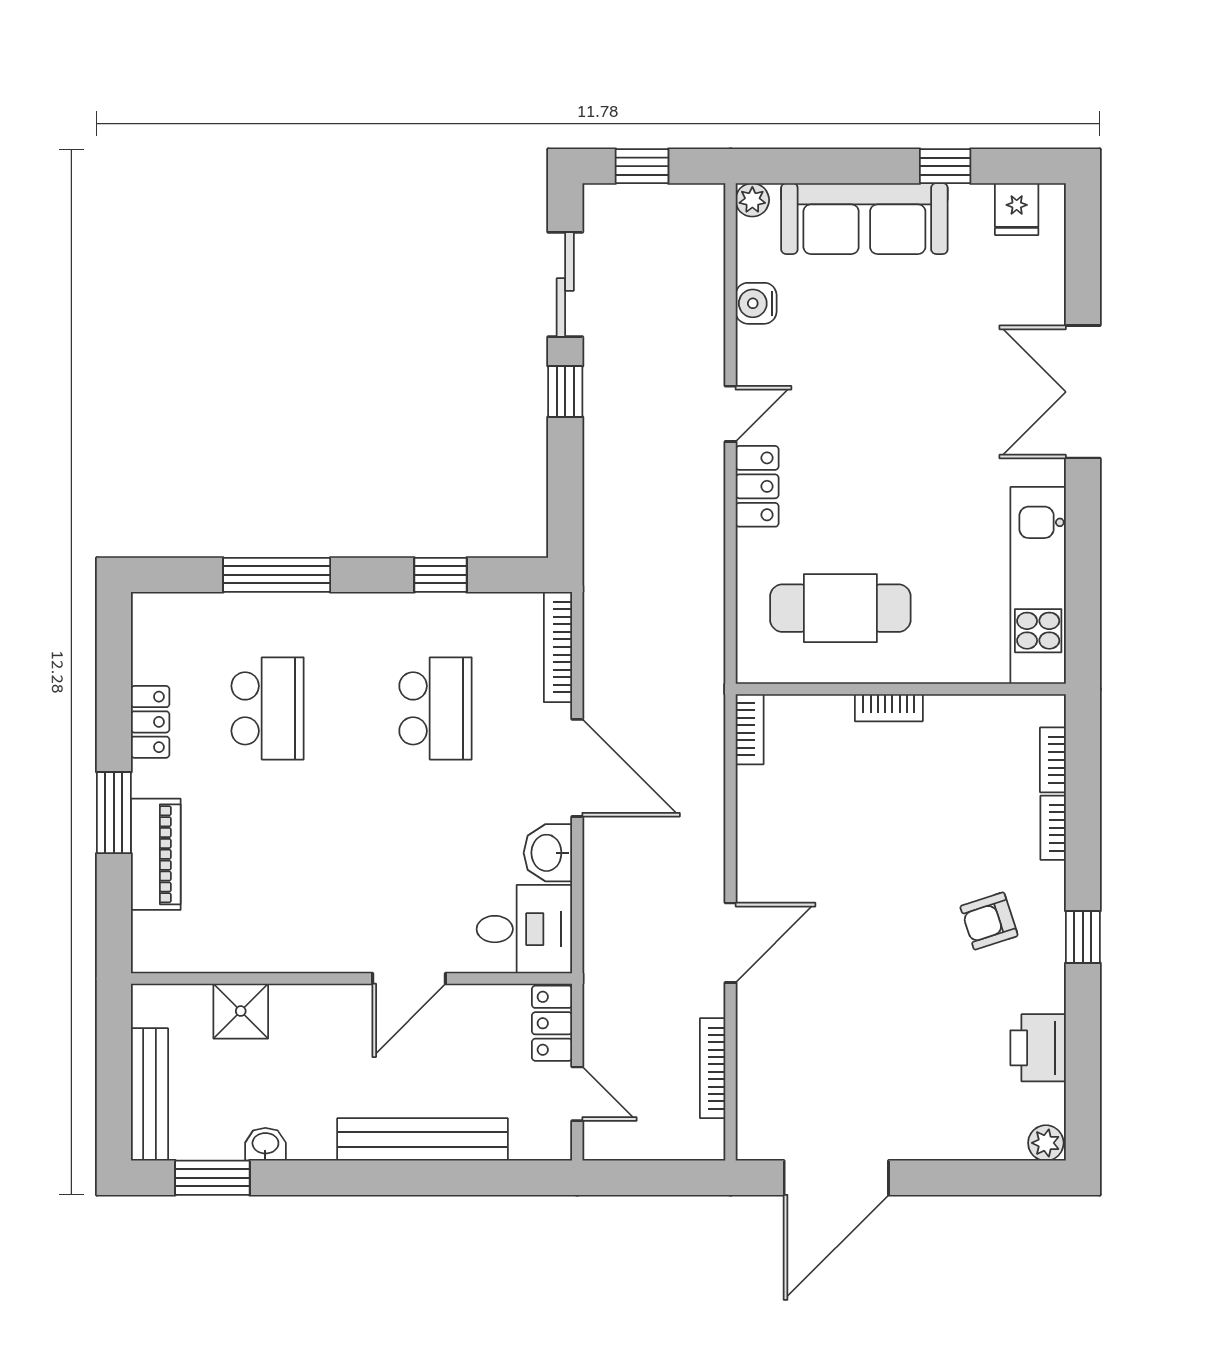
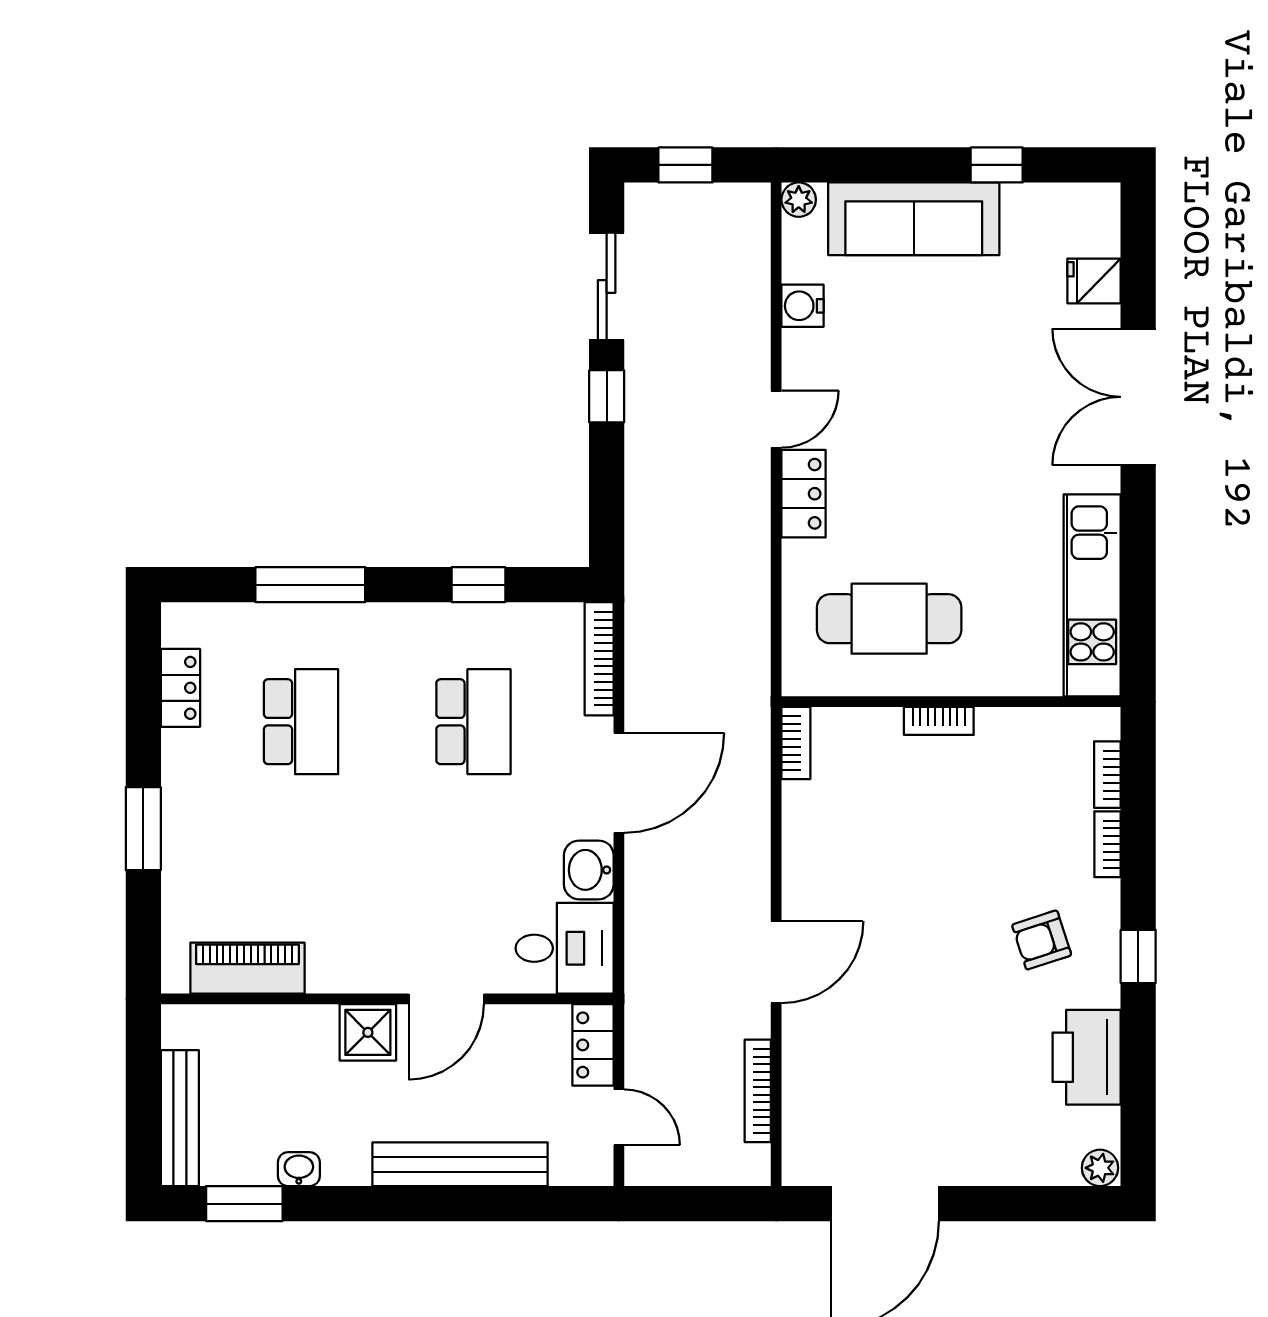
fridge: (1017, 209) -> (1094, 281), moved, turned 90
locker: (150, 722) -> (180, 688), moved
door: (577, 768) -> (619, 783), hinge flipped
piano: (156, 854) -> (247, 968), moved, turned -90
shower: (241, 1011) -> (368, 1032), moved
printer: (1038, 1048) -> (1087, 1057), width x1.37, depth x1.19

